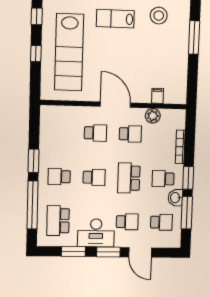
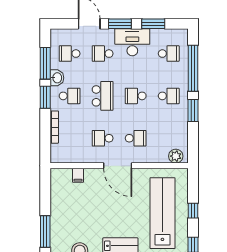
plant: (153, 116) -> (176, 156), moved
school desk: (95, 133) -> (136, 138), turned 180
school desk: (58, 221) -> (169, 54), width x0.54

